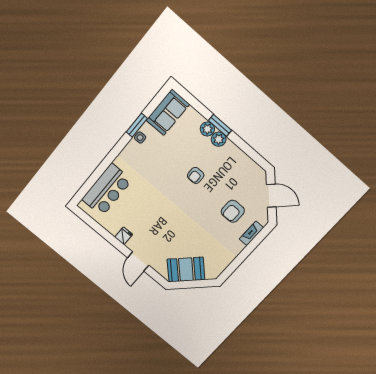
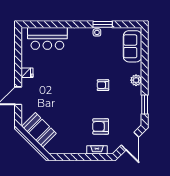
sofa: (168, 112) -> (133, 46), moved, turned 90
window: (220, 125) -> (145, 105), moved
plant: (207, 129) -> (136, 68), removed

